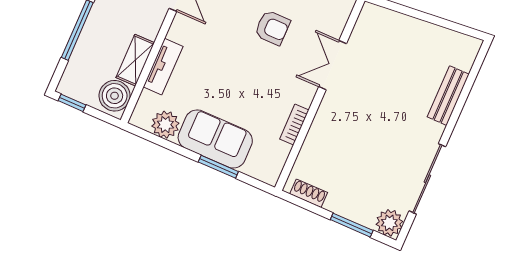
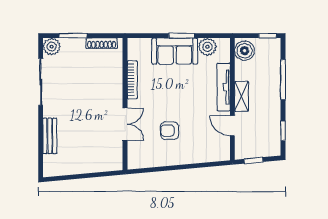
shelving: (135, 60) -> (241, 96), moved
tv unit: (163, 67) -> (224, 87), width x1.41
bookcase: (294, 125) -> (132, 80), width x1.56
window: (218, 167) -> (182, 36), moved
shoe rack: (309, 193) -> (102, 43), width x1.43

